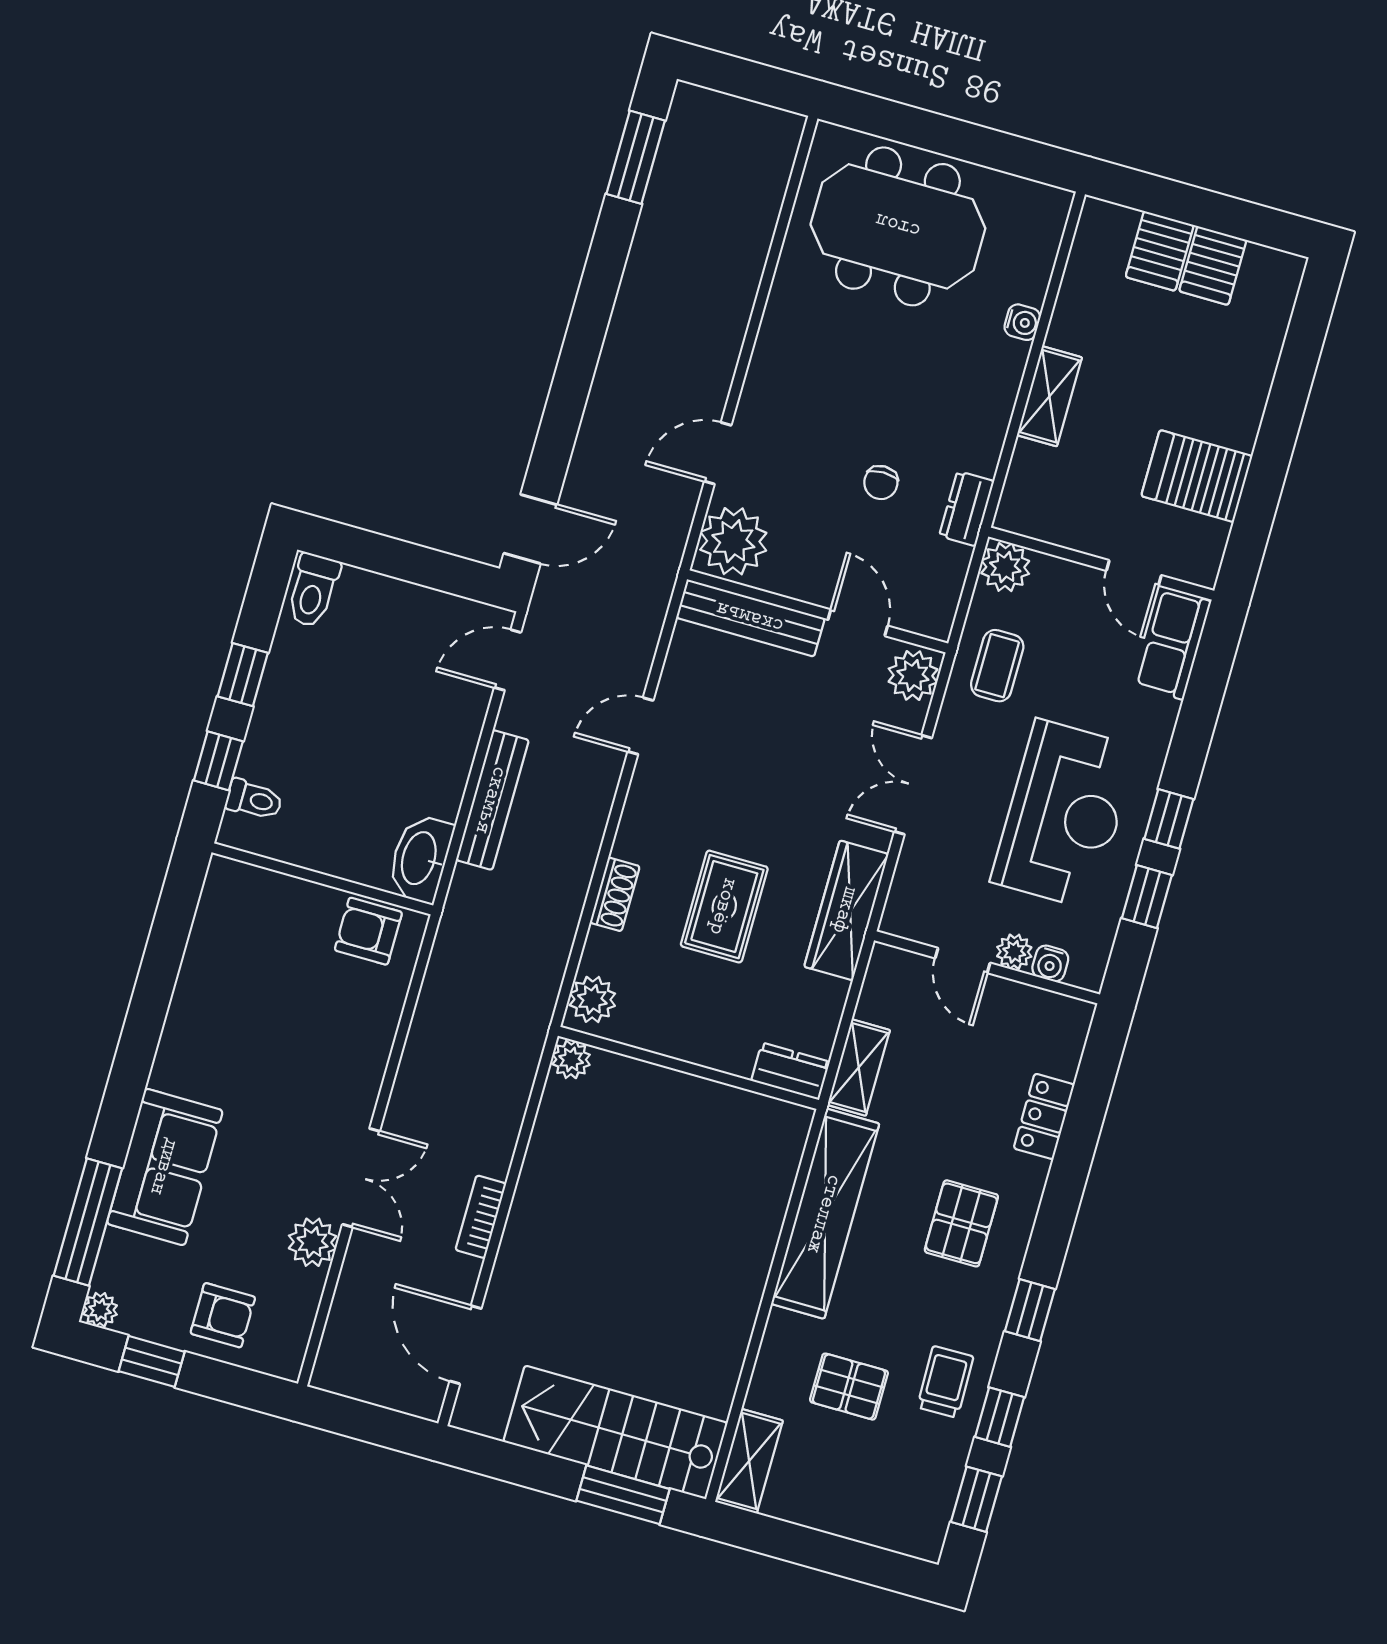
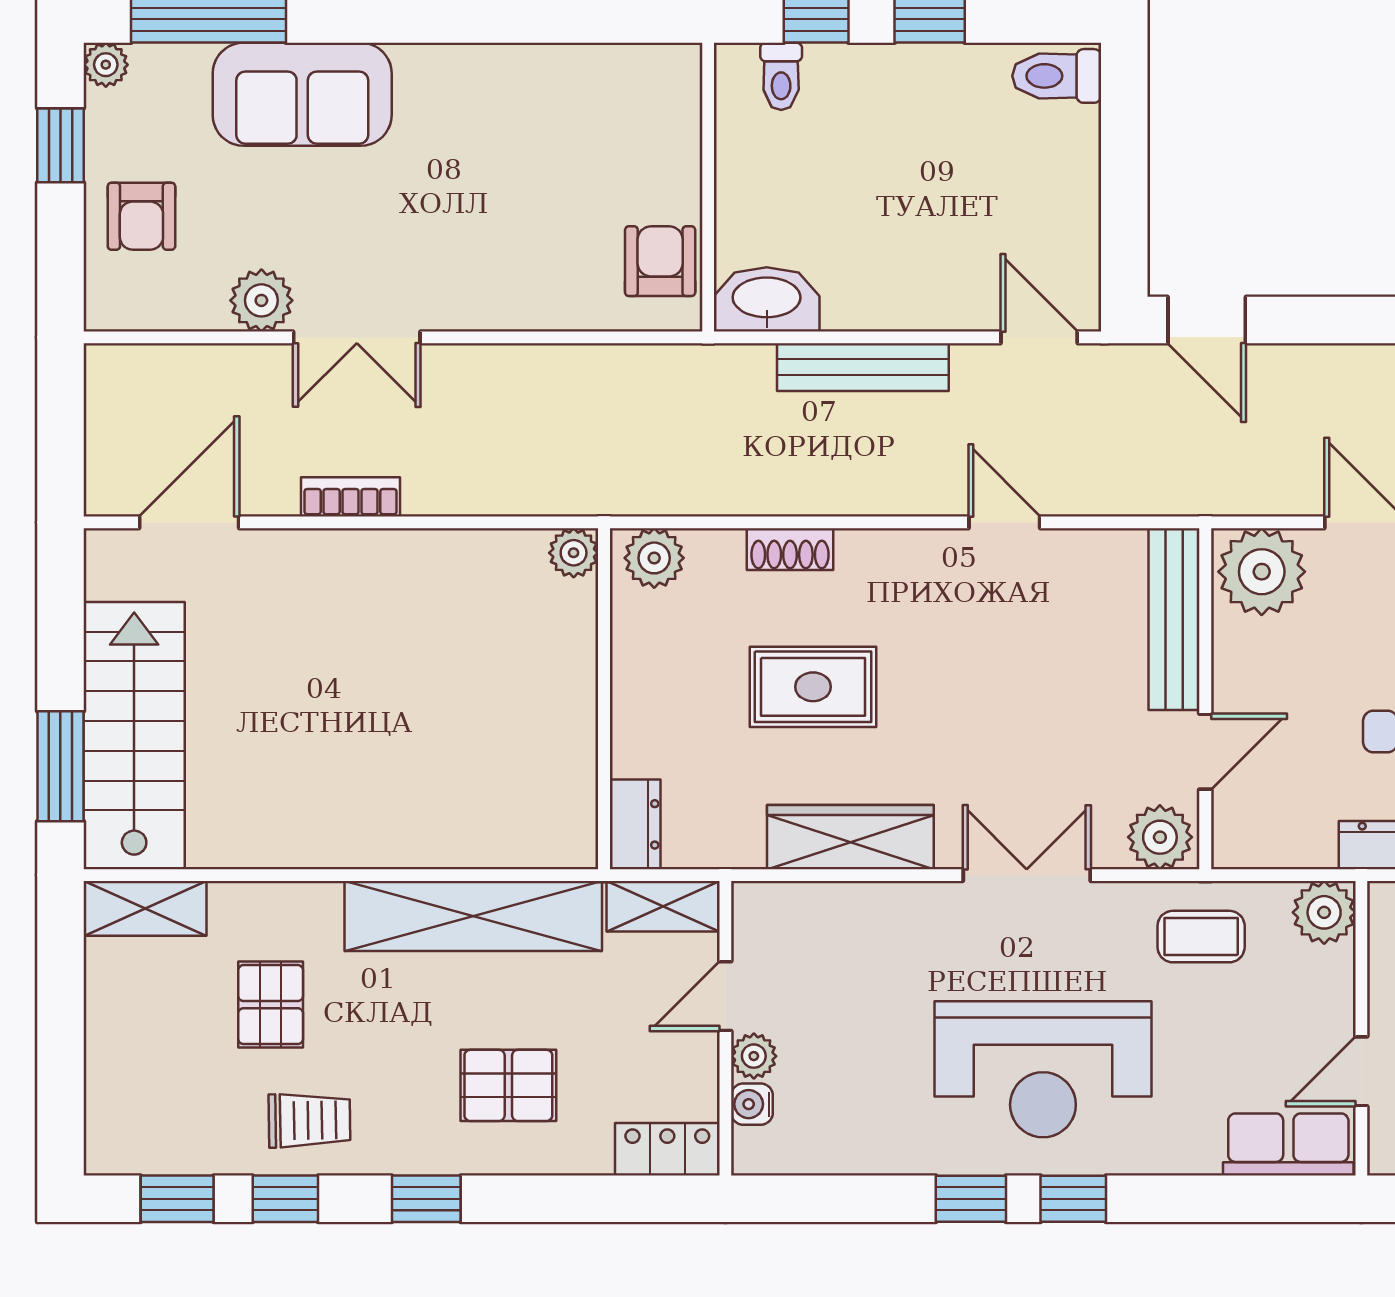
plant: (1014, 952) -> (754, 1056), moved
door: (963, 961) -> (725, 996), moved
water cooler: (1050, 964) -> (752, 1104), moved
wall: (987, 967) -> (725, 1028), moved

